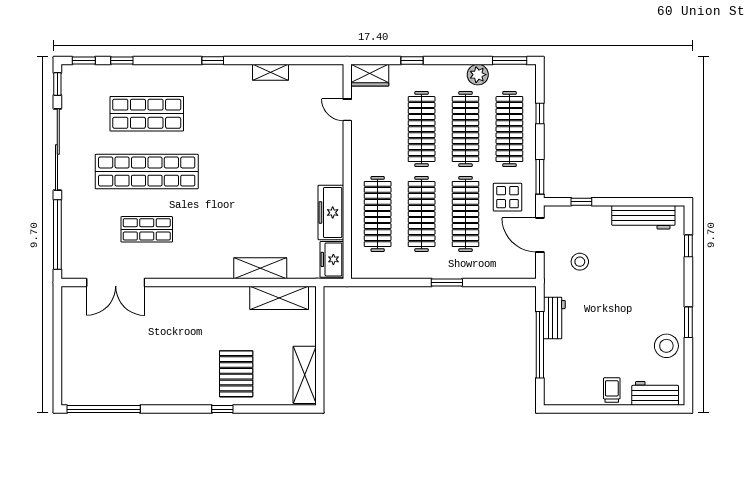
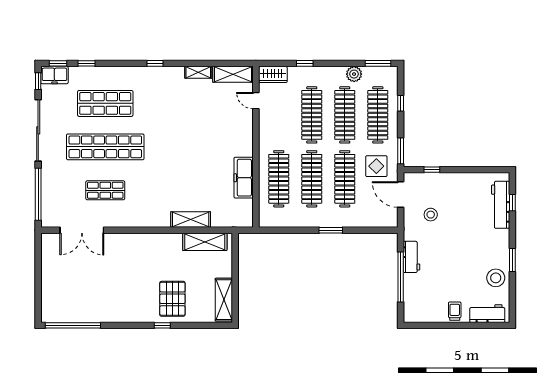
shelving: (317, 75) -> (233, 74), added
workbench: (643, 217) -> (501, 205), moved, turned 90
freezer: (332, 259) -> (54, 75), moved, turned -90

